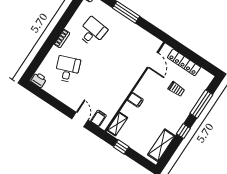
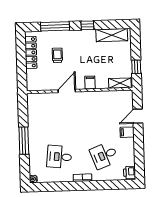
door: (153, 60) -> (67, 91), moved
locker: (184, 62) -> (31, 52), moved
filing cabinet: (98, 118) -> (127, 132), moved

